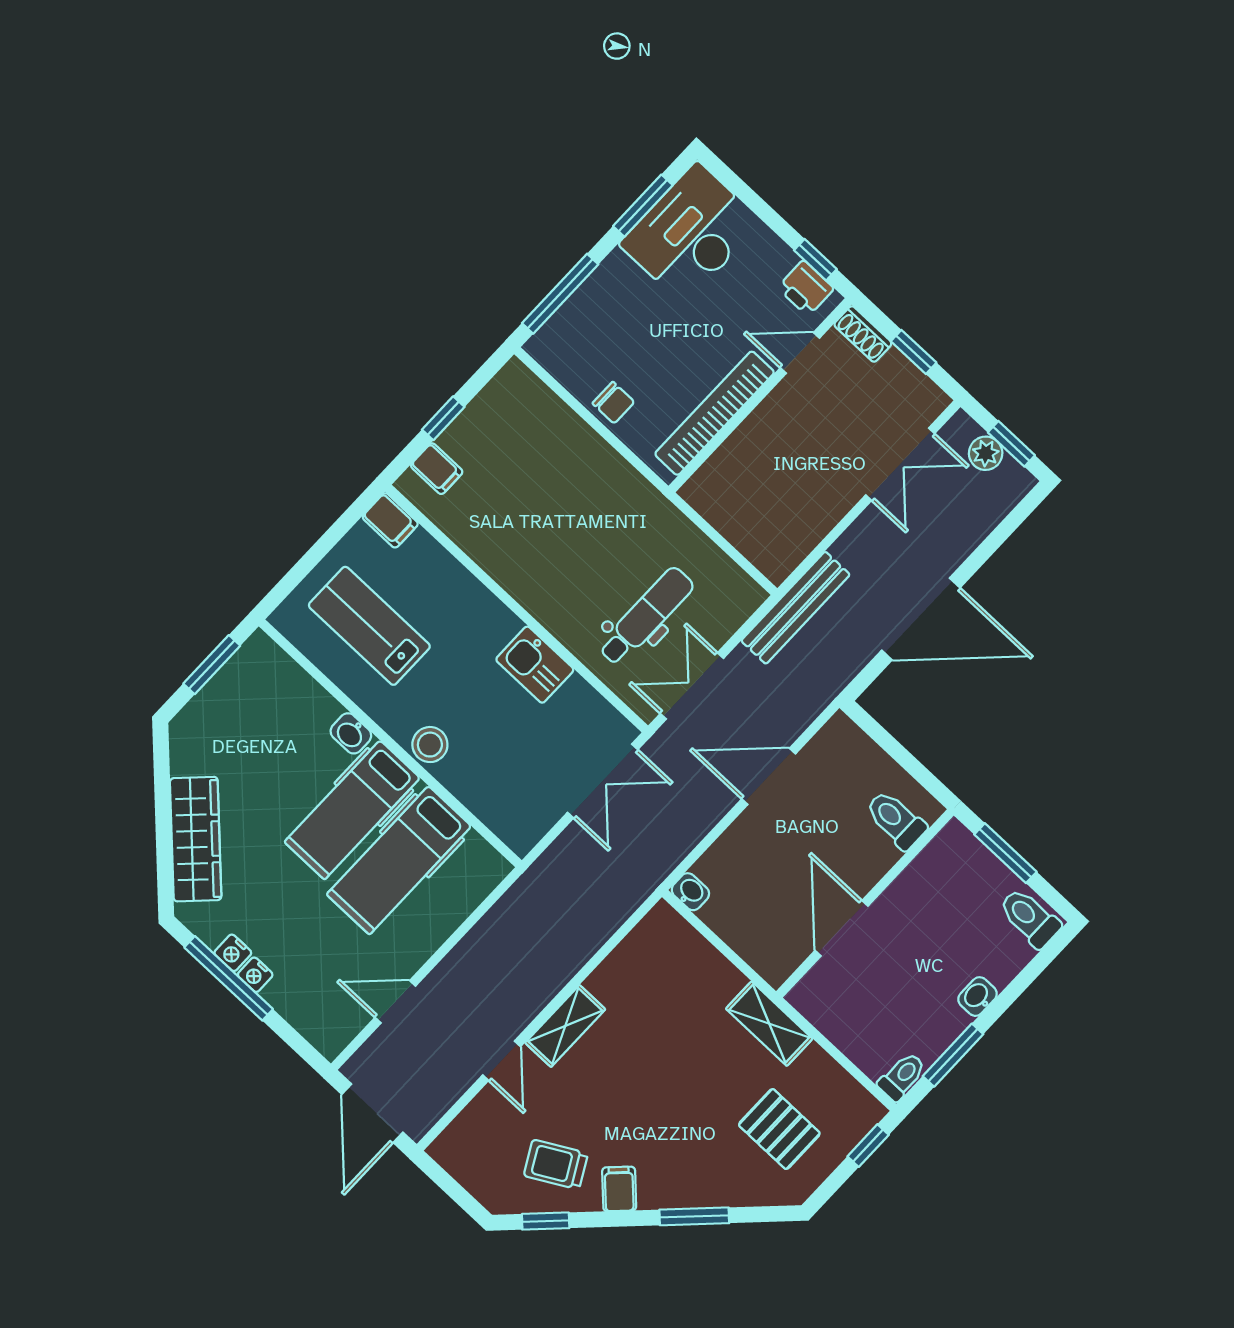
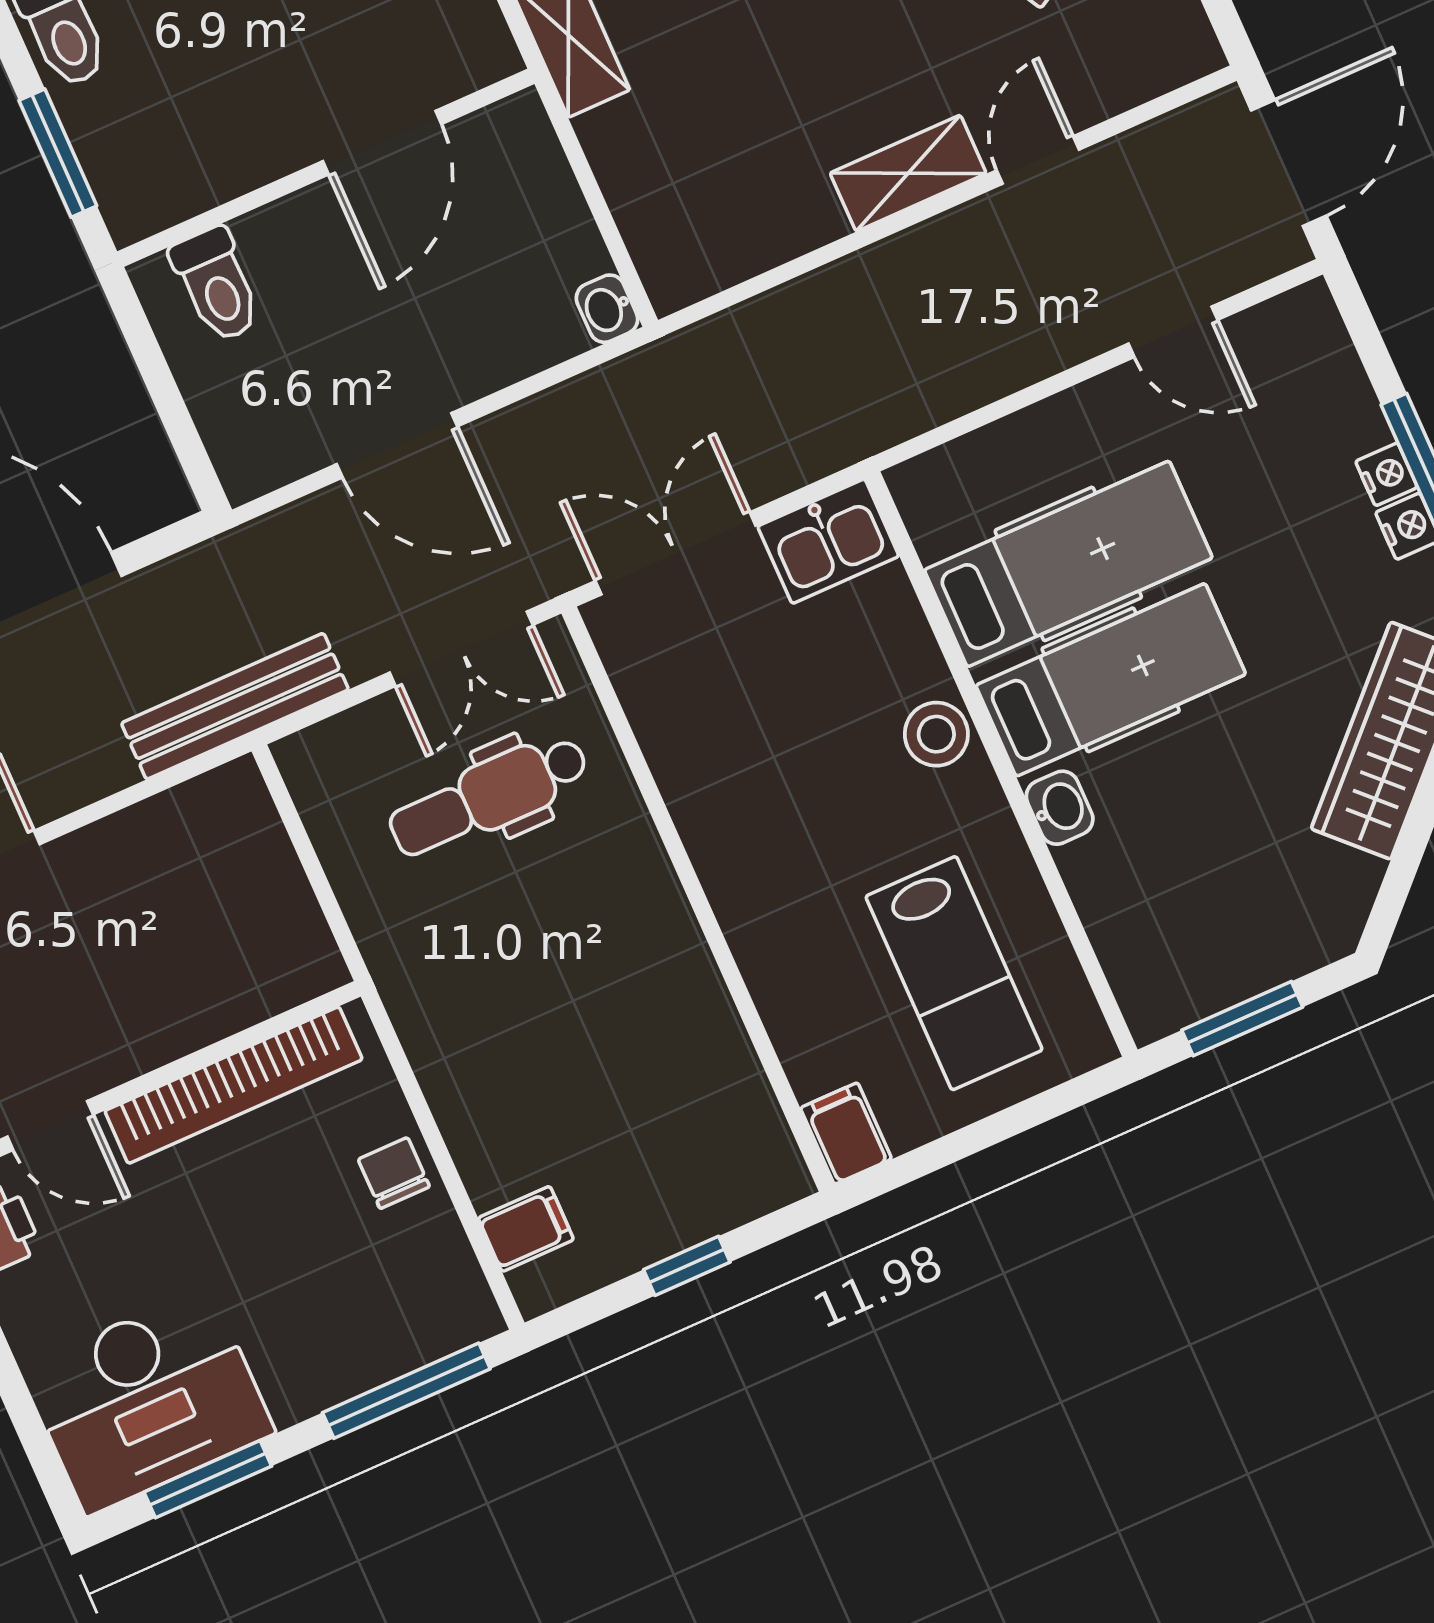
filing cabinet: (437, 469) -> (526, 1229), moved, turned 90
kitchen sink: (535, 665) -> (828, 541), moved, turned 90

